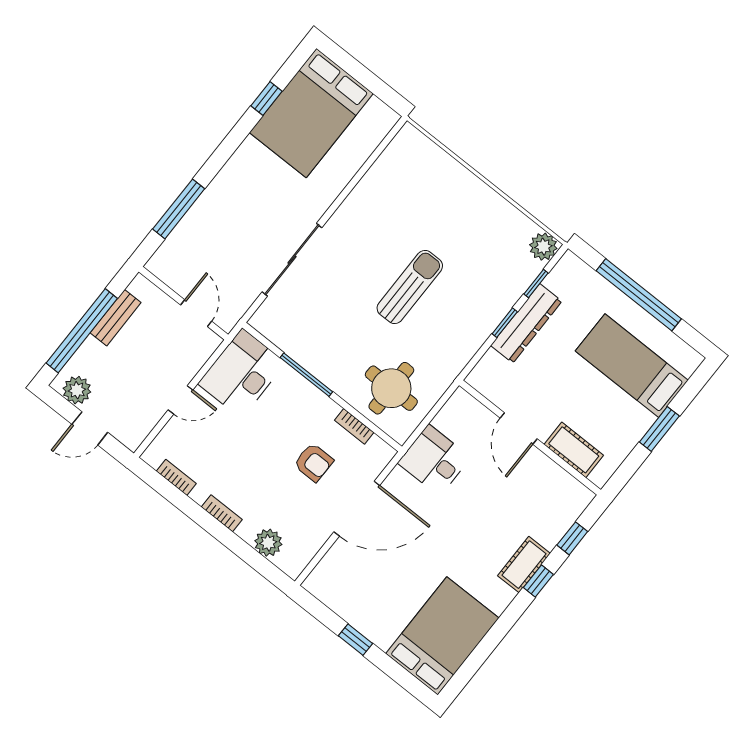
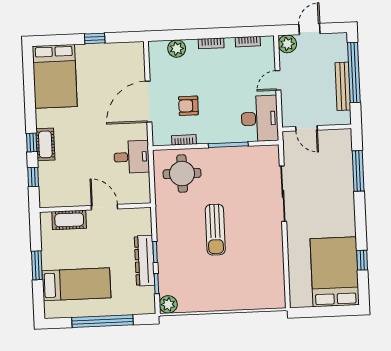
bench: (116, 318) -> (343, 86), width x1.36
plant: (77, 390) -> (287, 44), moved

